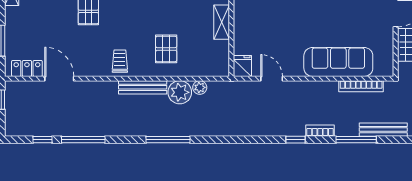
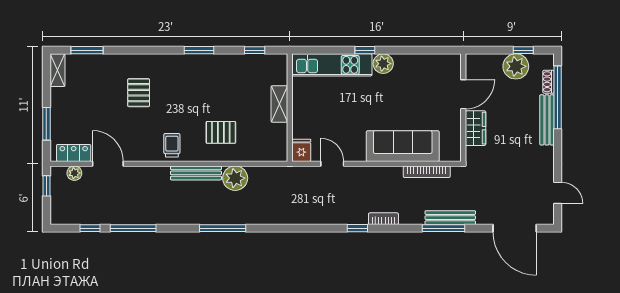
pallet: (166, 49) -> (221, 132), turned 90
plant: (200, 87) -> (74, 173), moved
window: (356, 140) -> (443, 228), moved

